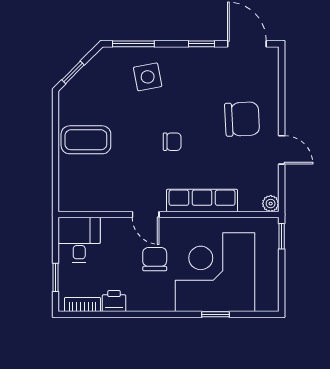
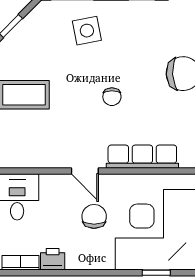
chair: (172, 142) -> (112, 97), turned 90

